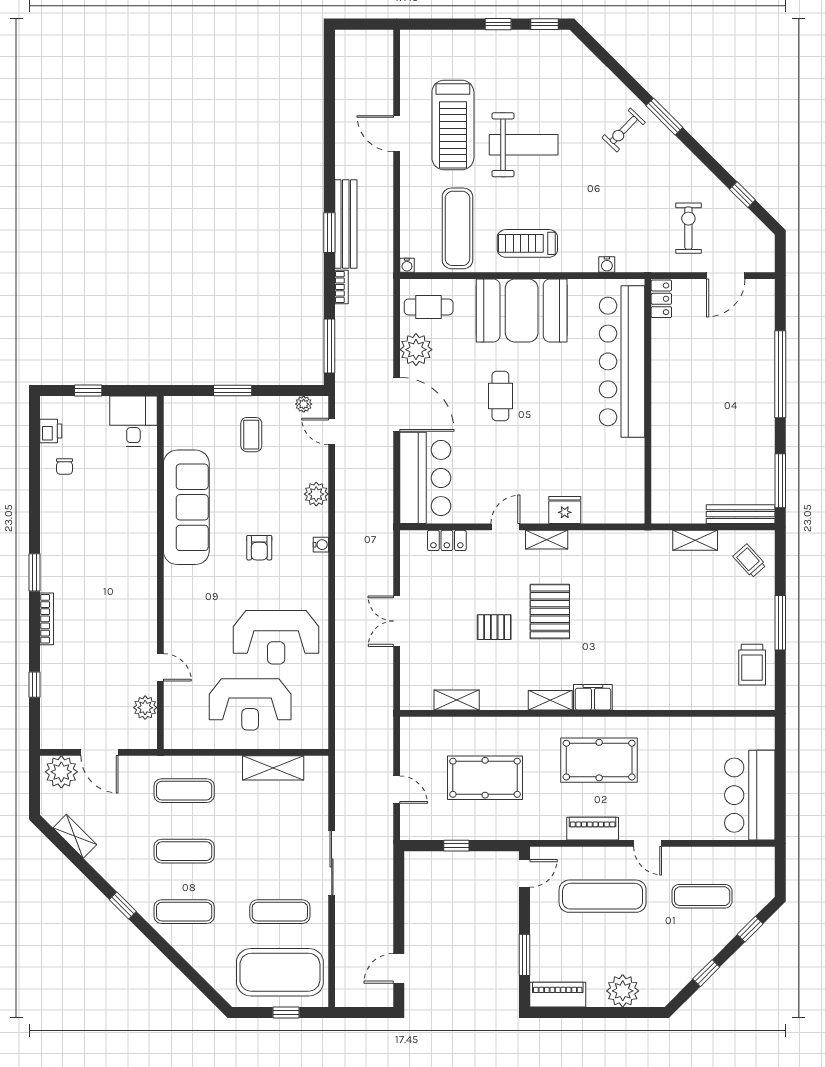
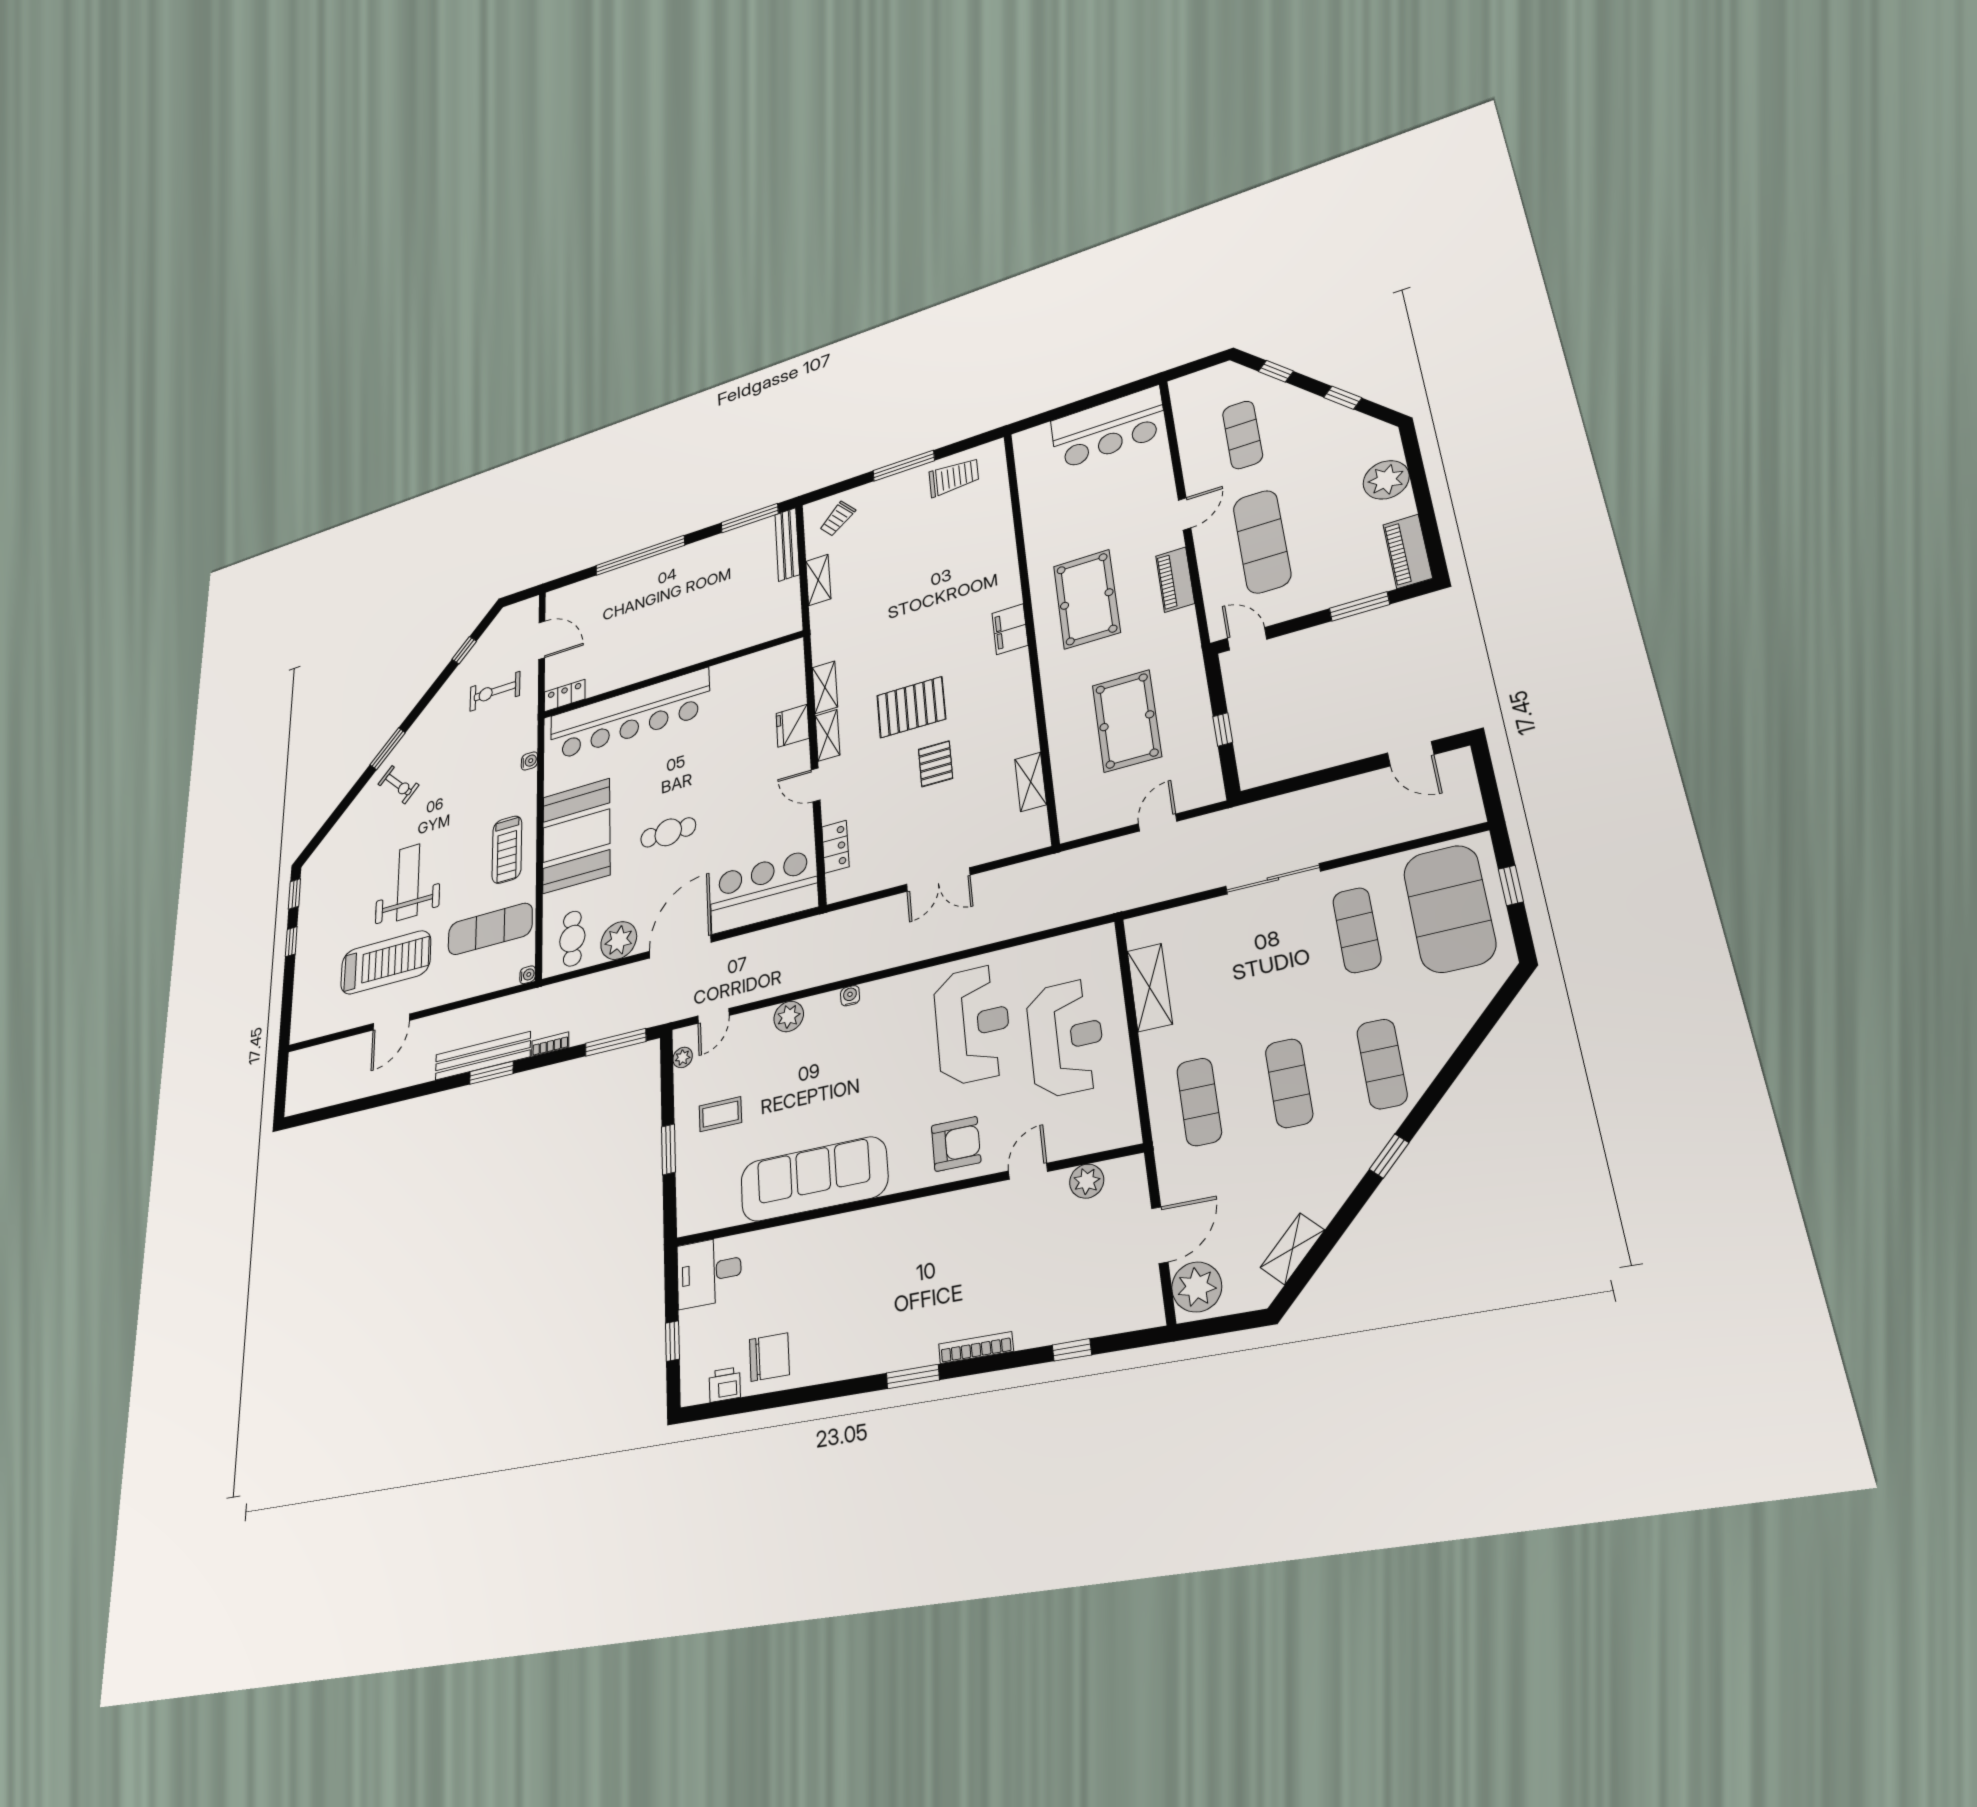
chair: (65, 467) -> (769, 1357), width x1.87, depth x1.87
armchair: (259, 548) -> (956, 1144), moved, width x1.38, depth x1.38
shelving: (550, 700) -> (825, 687), moved

